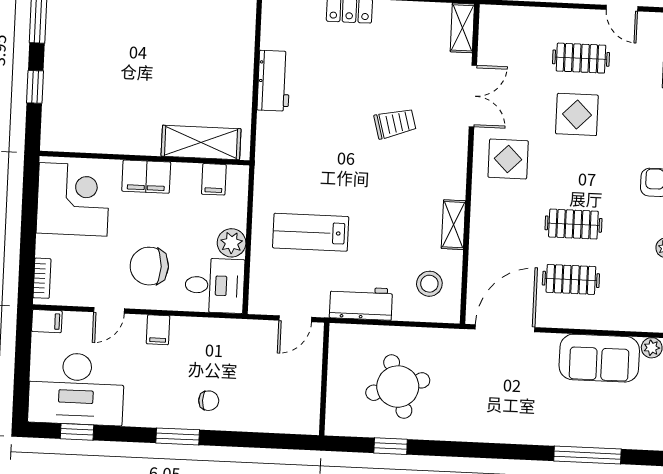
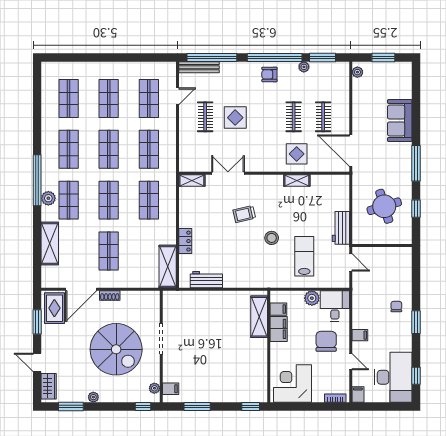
workbench: (274, 81) -> (206, 280), moved
window: (35, 87) -> (251, 406), moved
trolley: (395, 123) -> (244, 214), turned -88
display table: (508, 159) -> (297, 154), moved
filing cabinet: (146, 177) -> (279, 329), moved
lab bench: (311, 232) -> (304, 256), turned 180
chair: (149, 266) -> (326, 341), turned 180
stool: (429, 284) -> (272, 238), moved
sofa: (599, 358) -> (400, 120), moved, turned 180
window: (587, 455) -> (416, 163), moved

